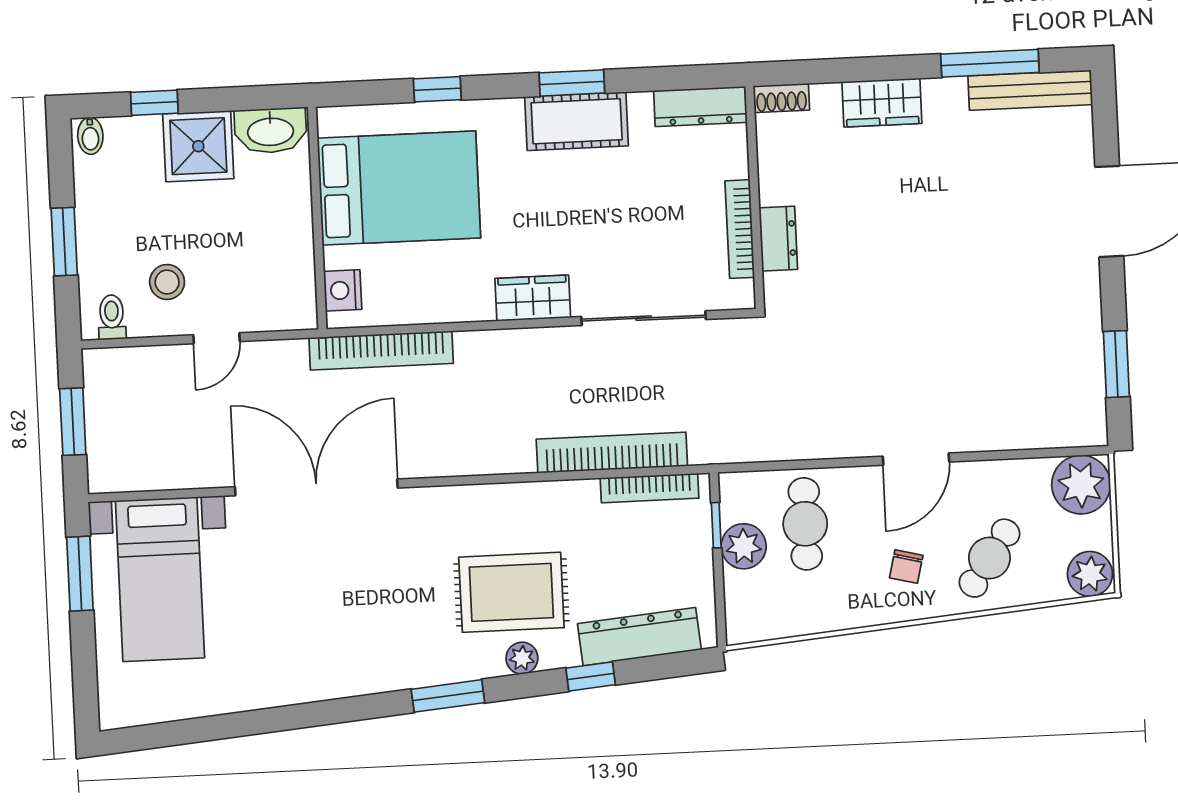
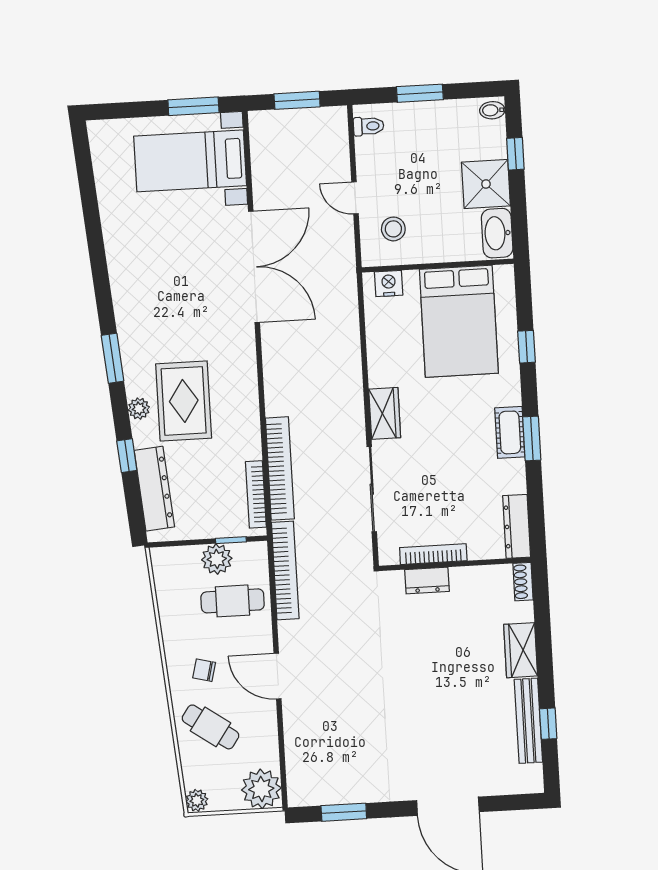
window: (990, 63) -> (548, 724), width x0.46
bench: (1030, 90) -> (528, 721), moved
cot: (577, 121) -> (510, 432), width x0.73, depth x0.75
stool: (167, 282) -> (393, 229), moved
bookcase: (381, 351) -> (285, 570), moved, turned 180
plant: (1090, 574) -> (197, 800), width x0.73, depth x0.73

